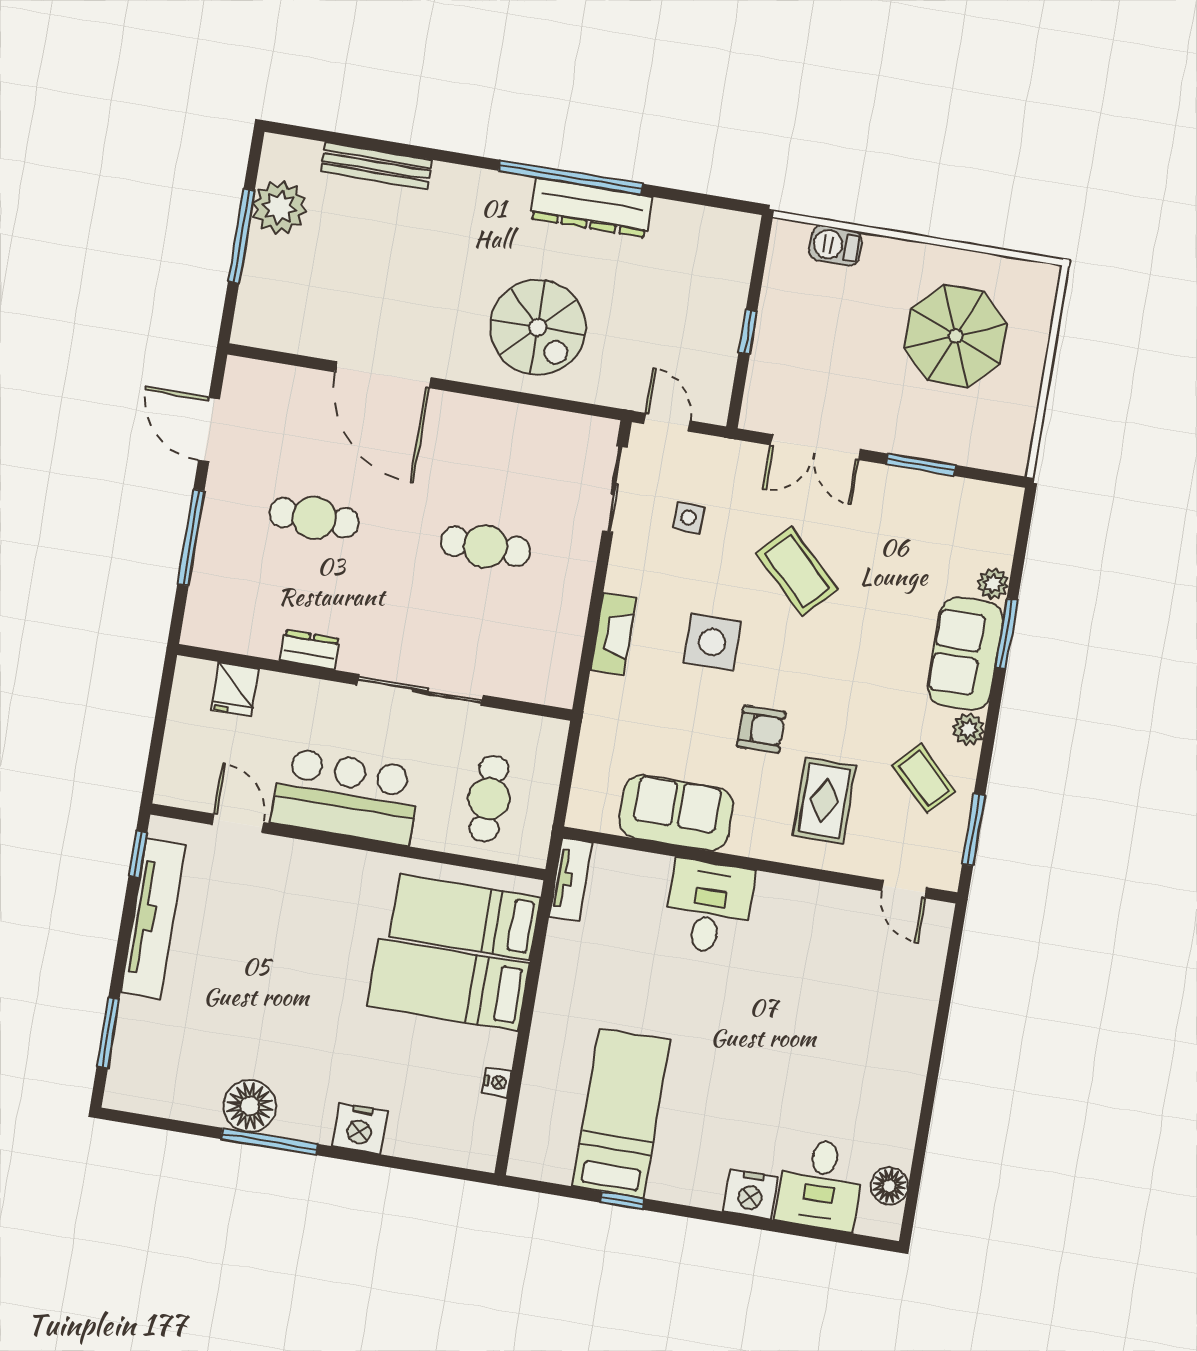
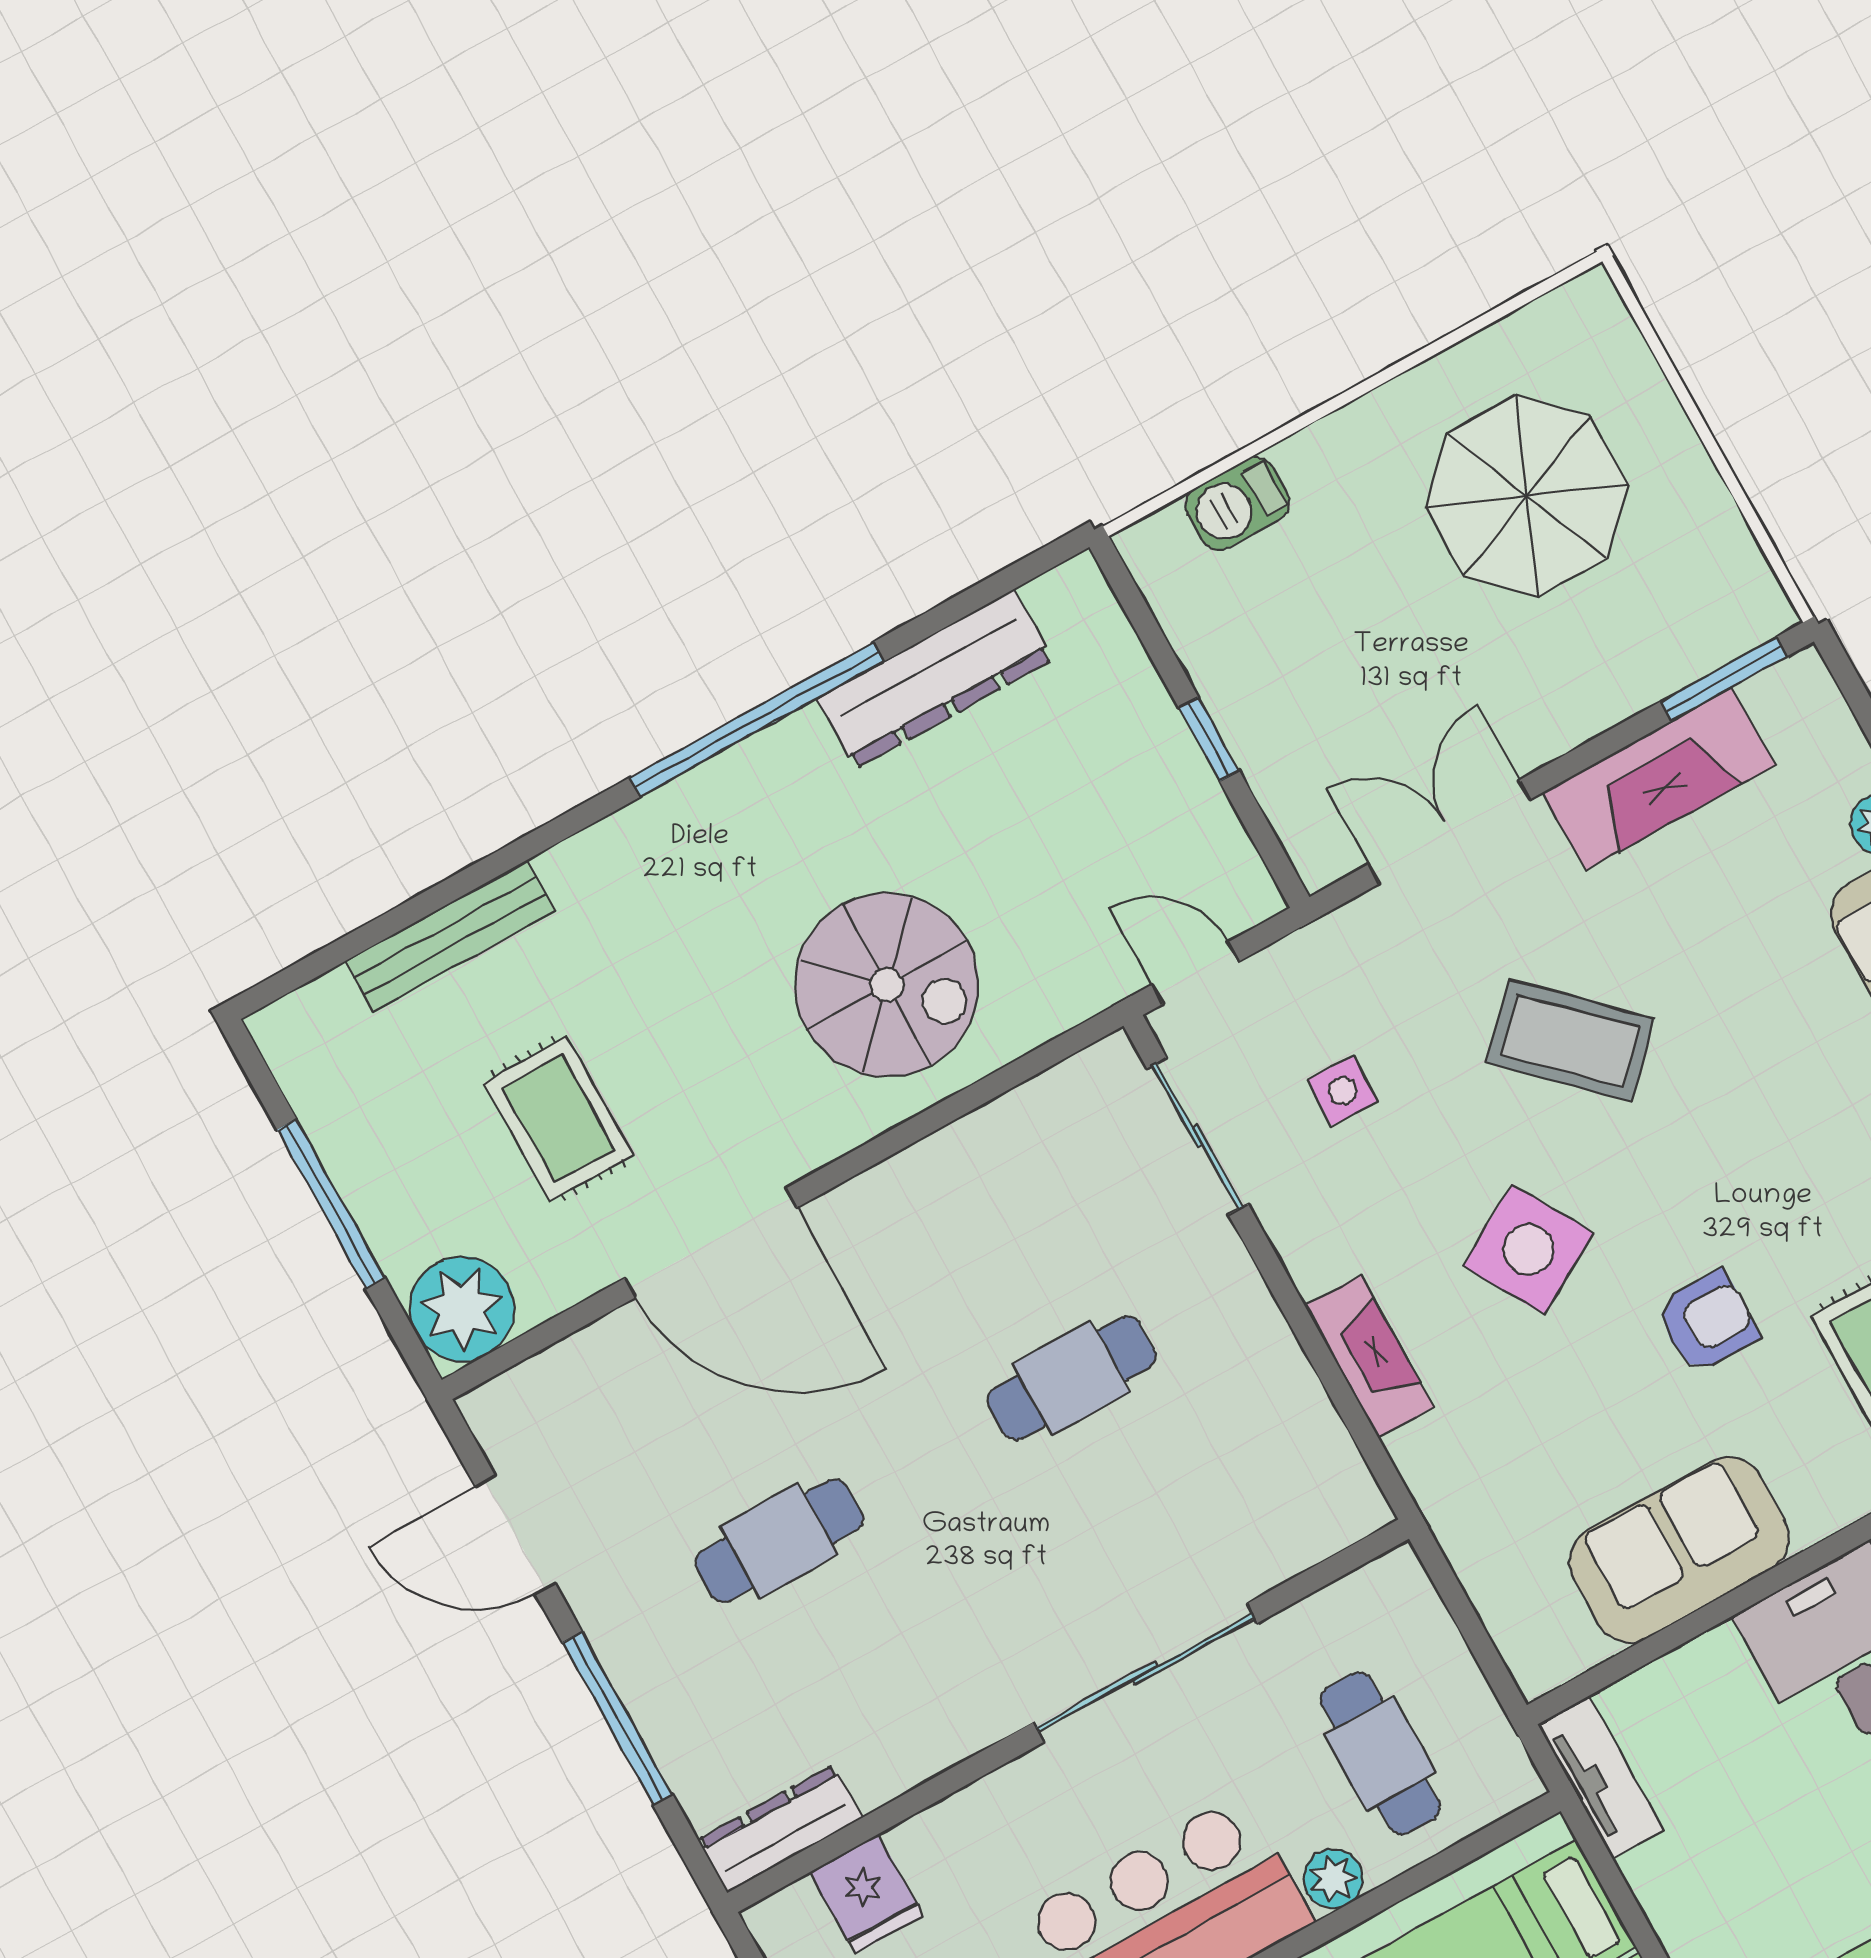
plant: (280, 207) -> (462, 1309), moved
dresser: (591, 208) -> (935, 679), moved
rug: (361, 275) -> (558, 1119), added
double door: (815, 447) -> (1449, 832), swing flipped
window: (921, 465) -> (1724, 679), moved
fireplace: (918, 493) -> (1659, 779), added
side table: (712, 642) -> (1528, 1250), turned -30
dresser: (310, 650) -> (780, 1829), moved, width x1.44
plant: (429, 834) -> (1333, 1879), added

